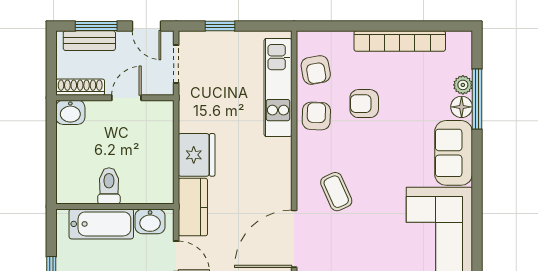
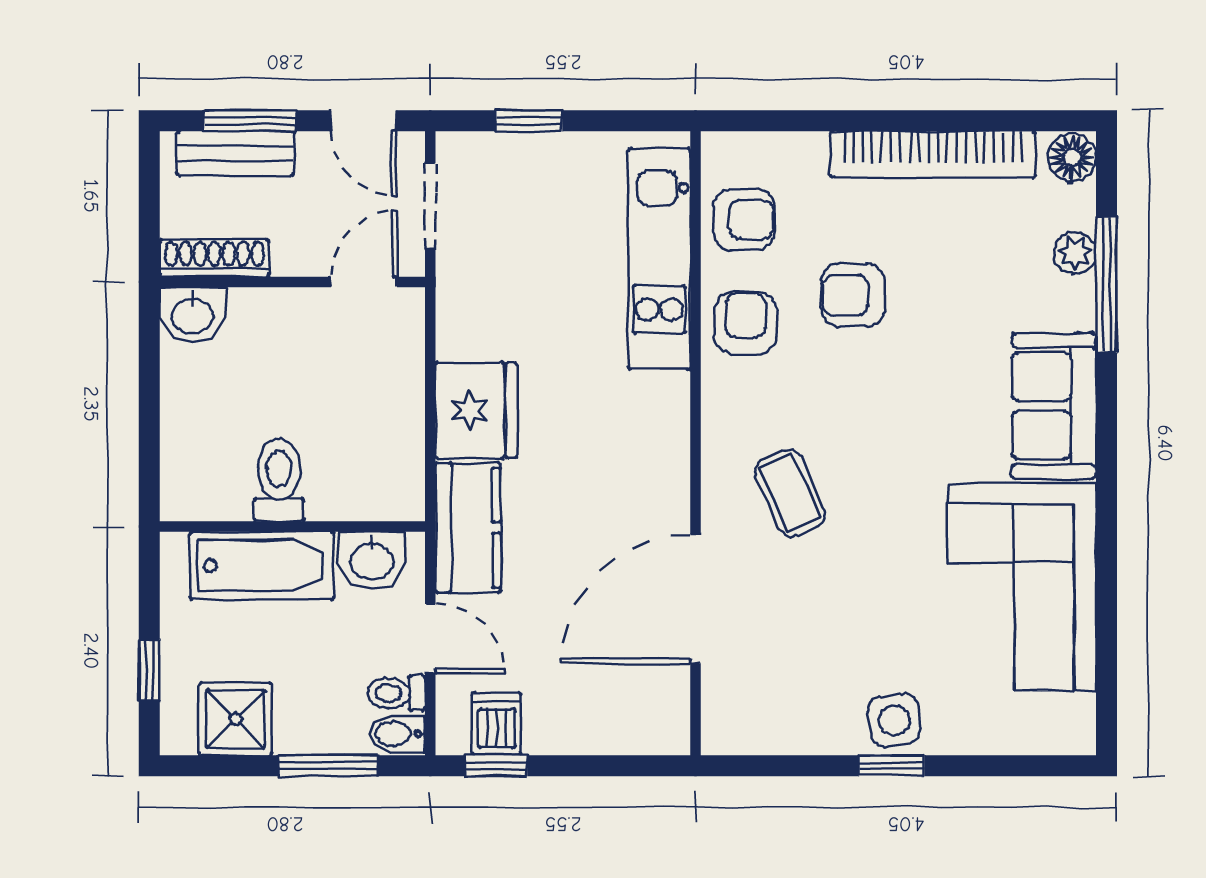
armchair: (316, 70) -> (744, 219), turned -80
door: (126, 98) -> (364, 282), moved
floor lamp: (462, 107) -> (1072, 157), moved

